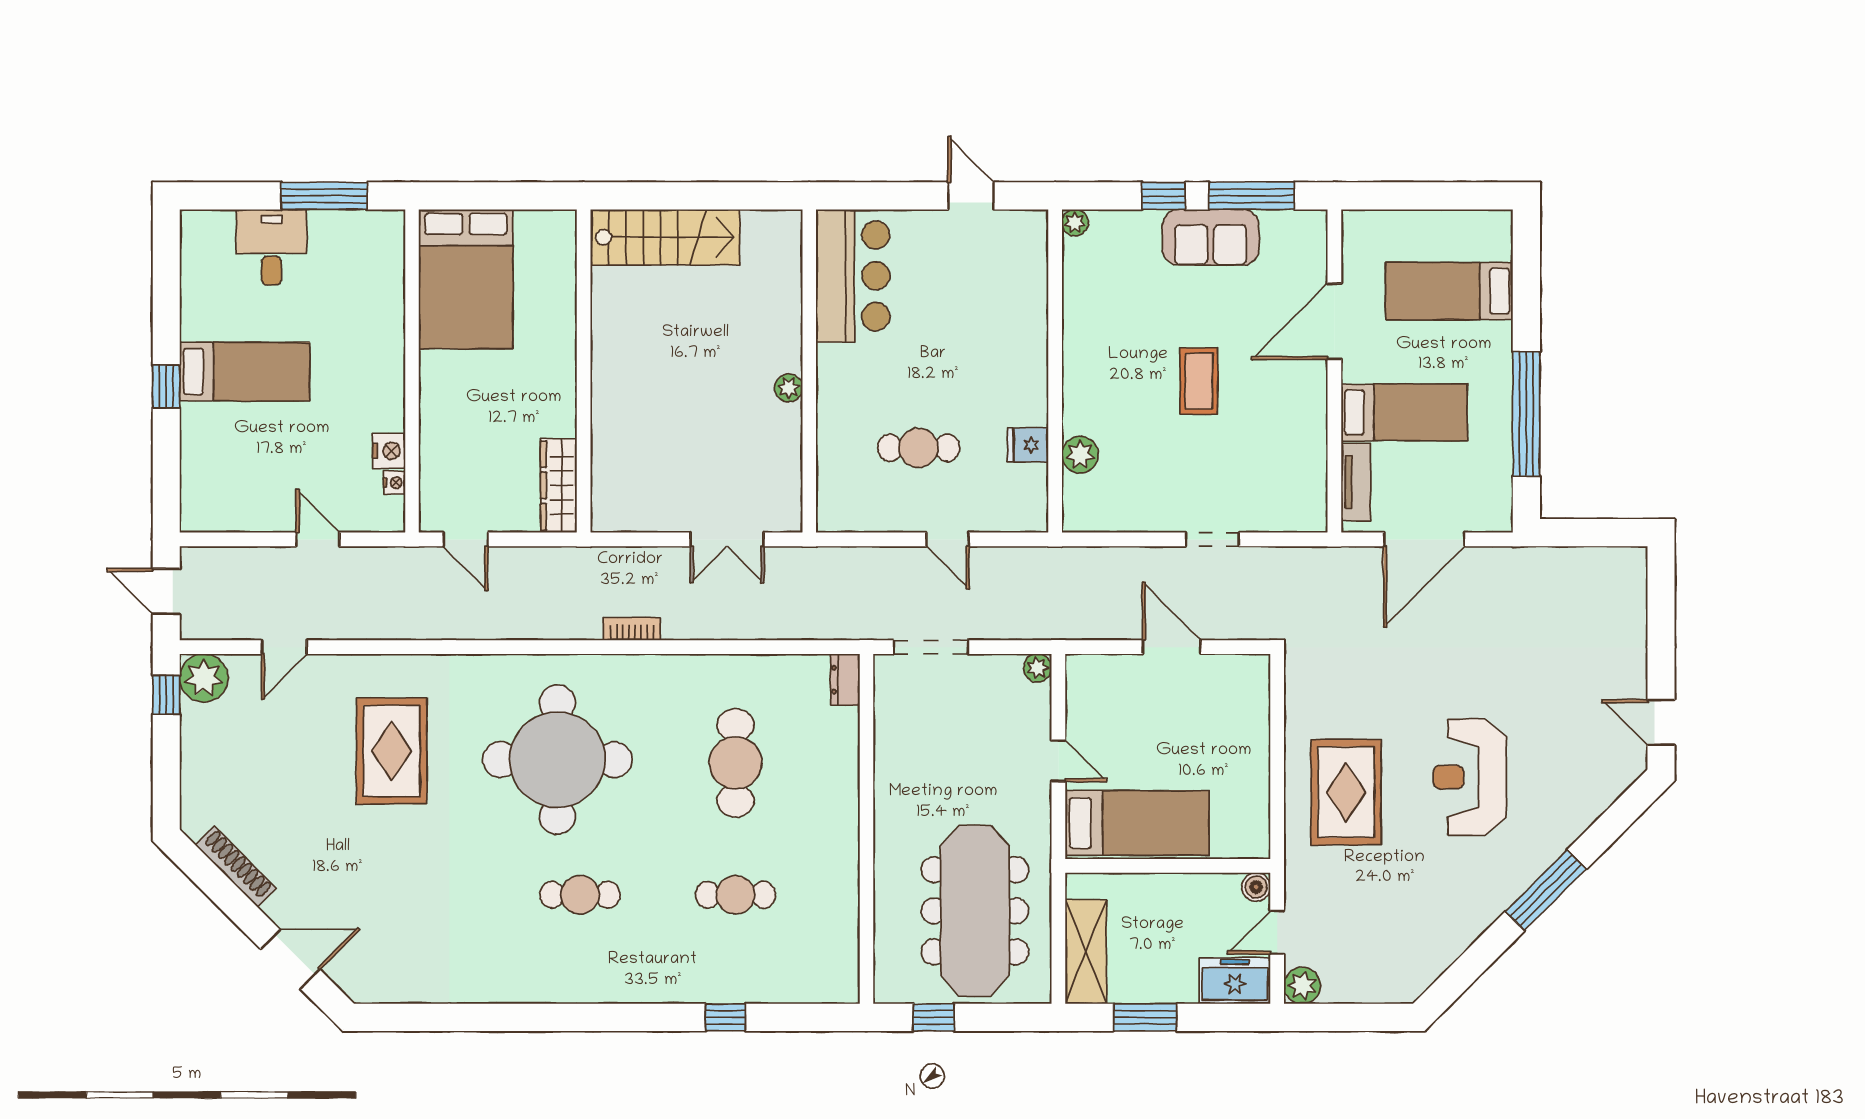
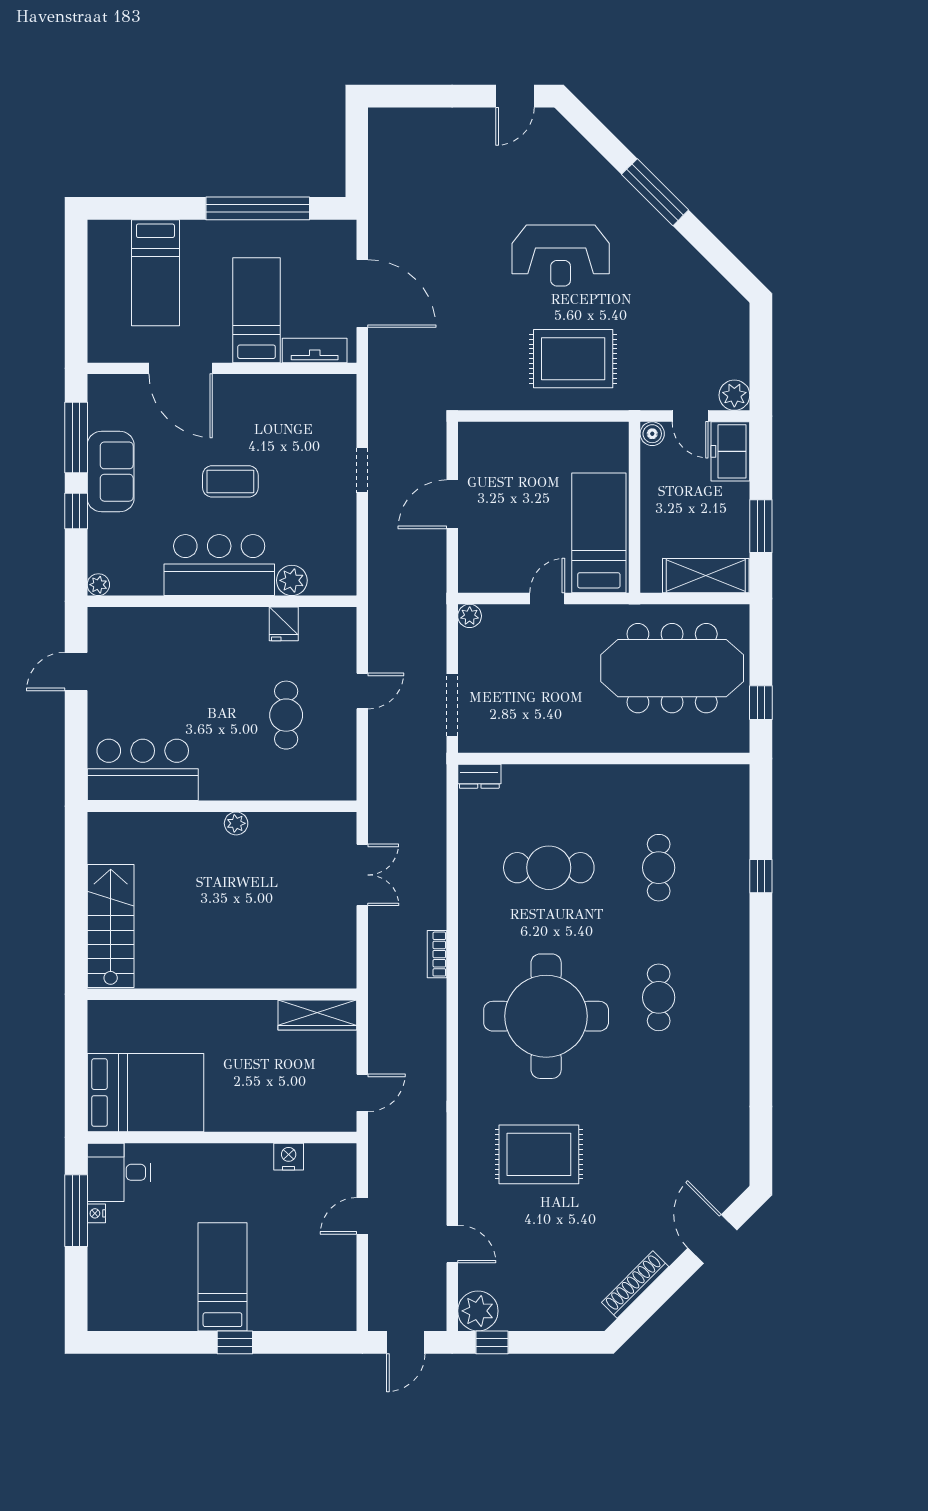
desk: (272, 247) -> (119, 1172), moved
bar counter: (1099, 368) -> (219, 565), added
nightstand: (394, 483) -> (96, 1213), moved, turned -90

